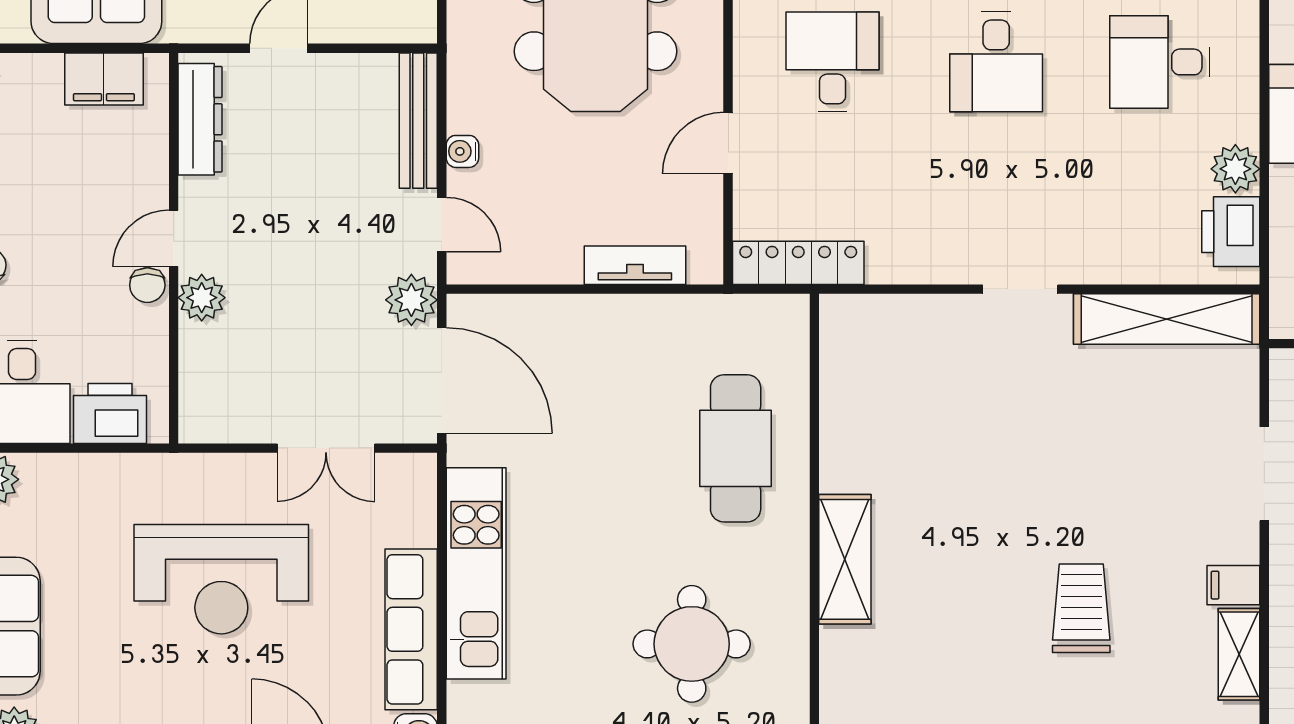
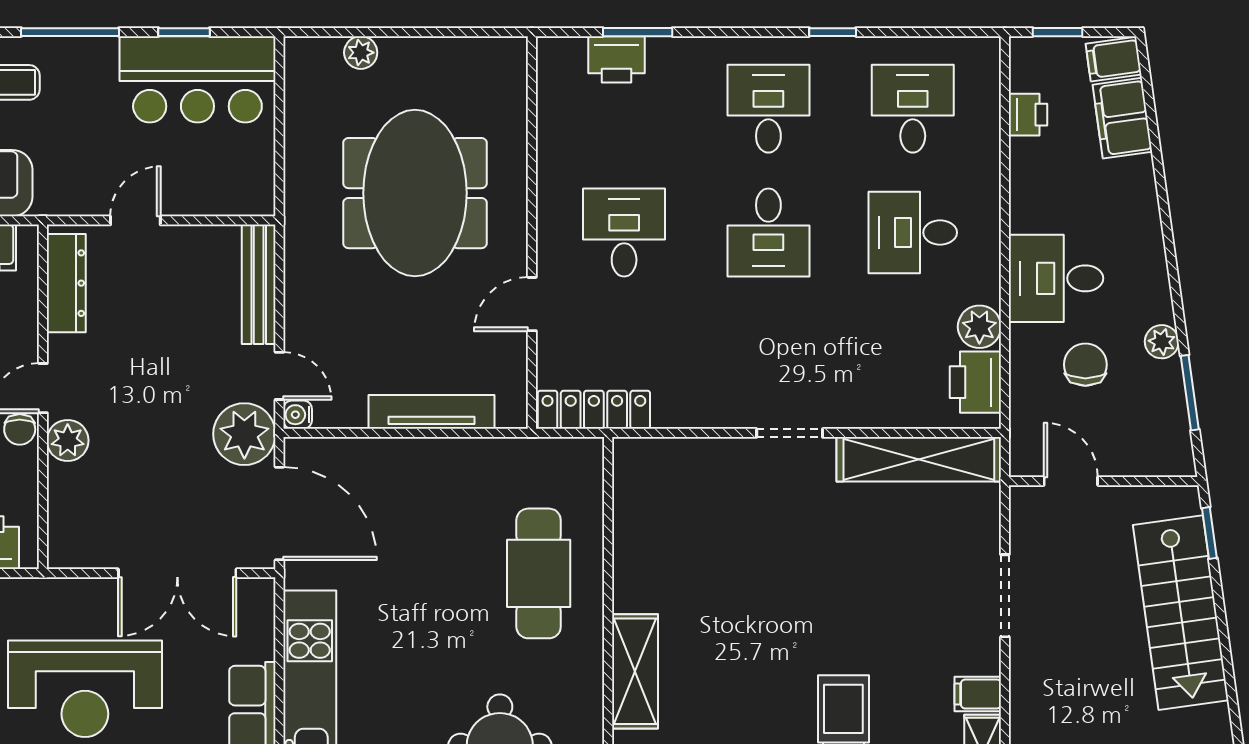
water cooler: (462, 151) -> (298, 415), moved
tv unit: (635, 265) -> (432, 412), width x1.41
plant: (411, 300) -> (244, 434), width x1.36, depth x1.36
double door: (326, 448) -> (177, 573), width x1.37

